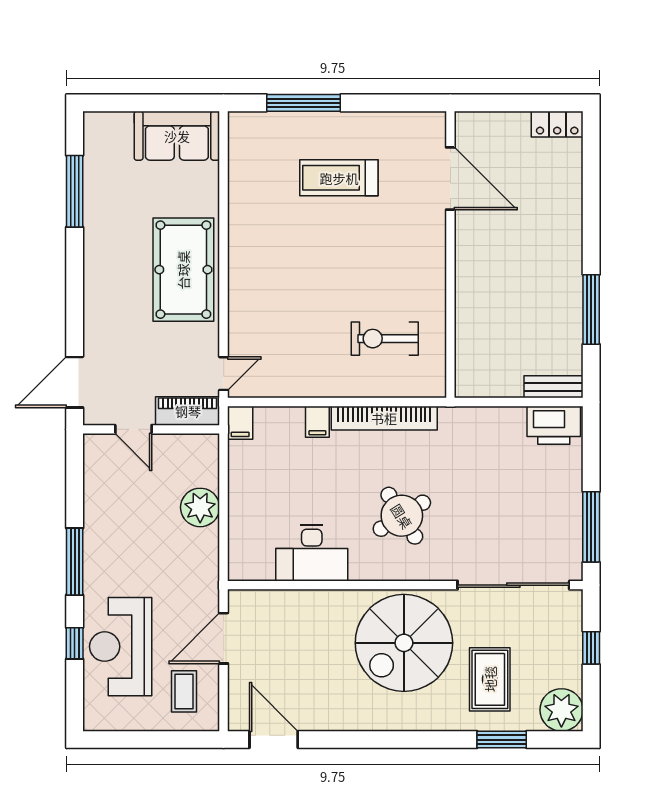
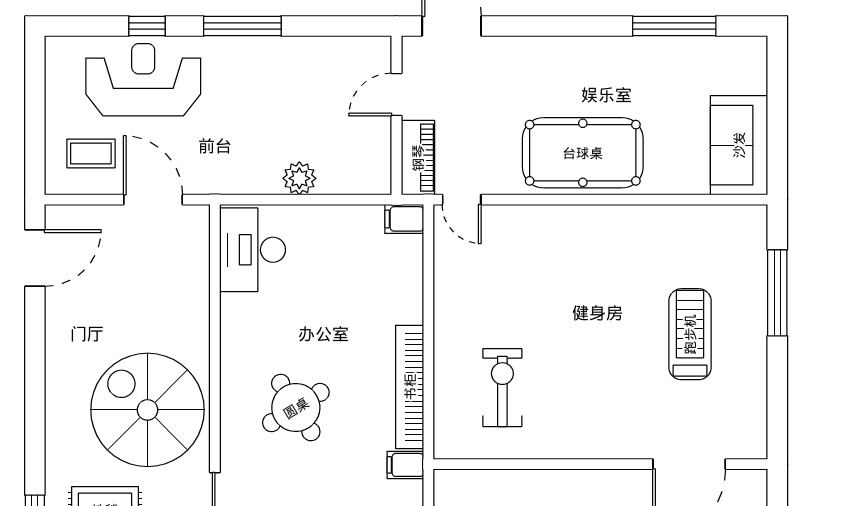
filing cabinet: (317, 422) -> (405, 465), moved
plant: (200, 507) -> (299, 178), width x0.73, depth x0.73
desk: (312, 553) -> (253, 250), moved

